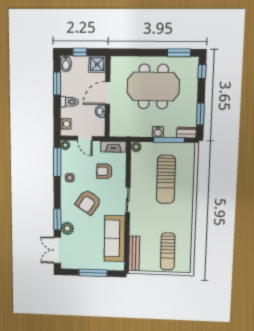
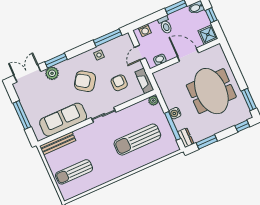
washbasin: (100, 111) -> (160, 60), moved
plant: (65, 145) -> (126, 38), removed

